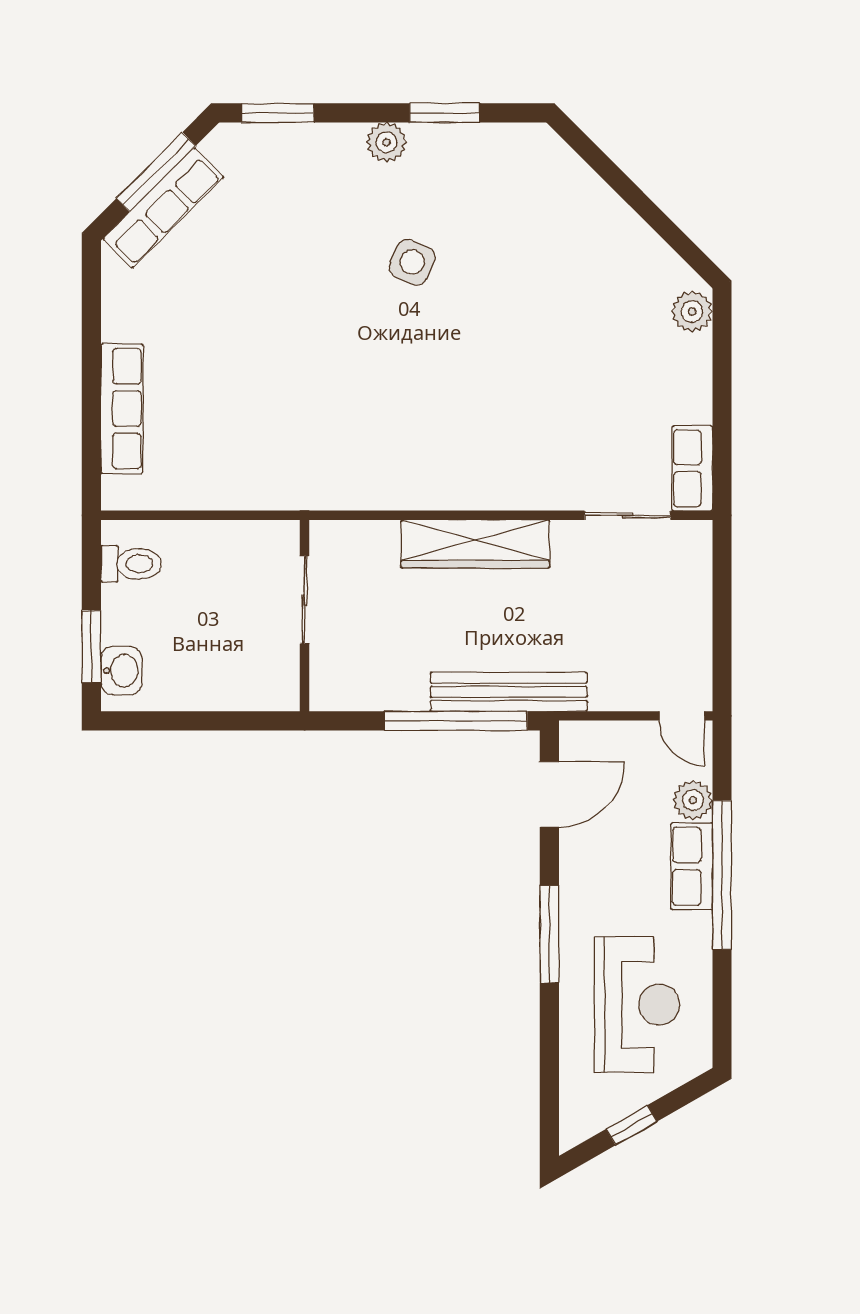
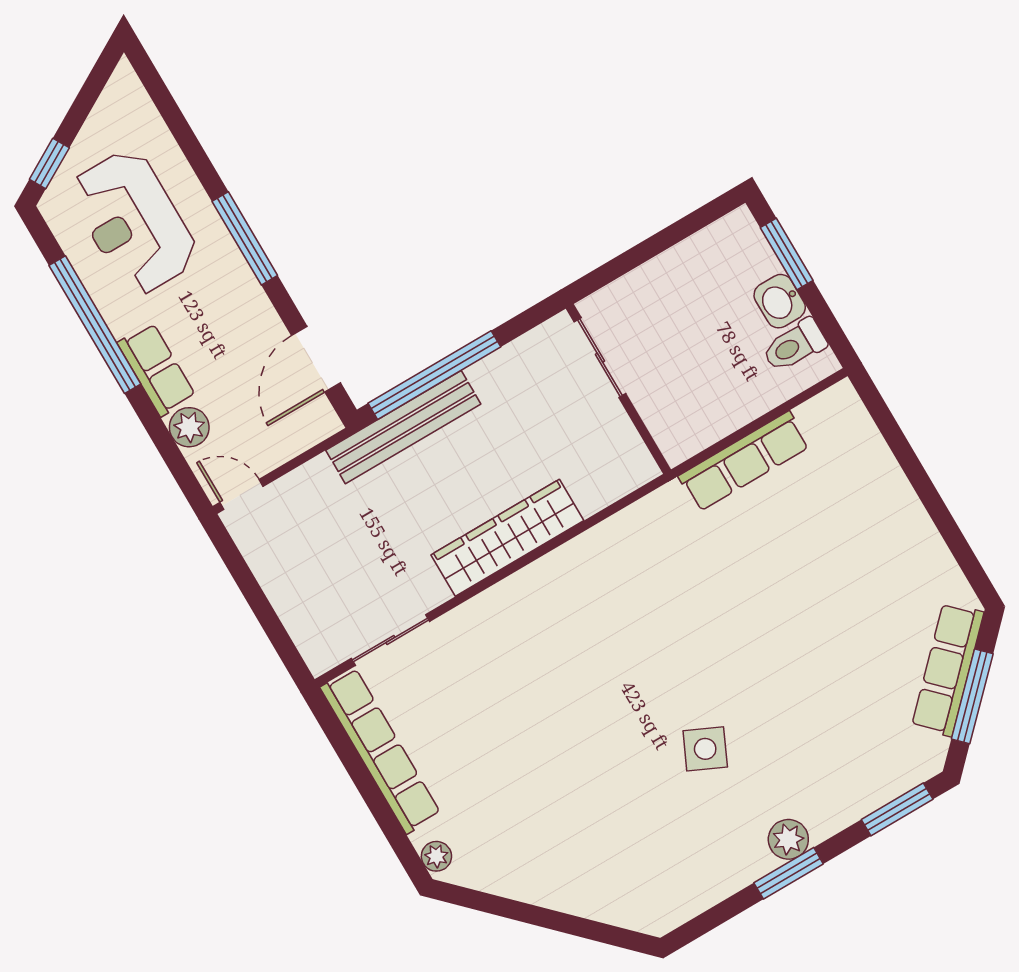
window: (445, 113) -> (789, 873), moved
plant: (692, 312) -> (436, 856), width x0.73, depth x0.73
row of seats: (122, 409) -> (744, 461), moved, turned -90
row of seats: (692, 468) -> (380, 751), width x2.02
sliding door: (305, 600) -> (600, 358), moved
washbasin: (121, 671) -> (780, 301), moved
window: (722, 875) -> (95, 325), moved
window: (632, 1125) -> (49, 164), moved

